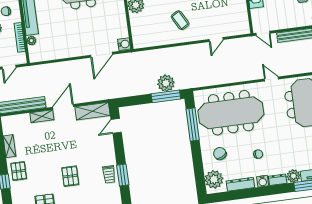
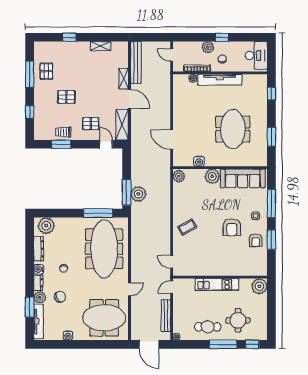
coffee table: (180, 20) -> (187, 227), moved
door: (216, 39) -> (172, 262), moved
plant: (140, 42) -> (179, 176), added
water cooler: (124, 44) -> (199, 161), moved
chair: (220, 153) -> (60, 297), moved
pallet: (19, 171) -> (91, 124), moved

